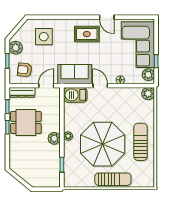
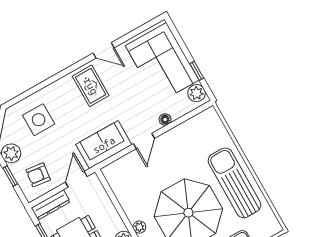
rug: (87, 34) -> (91, 86), turned 90
door: (100, 86) -> (144, 141), swing flipped
plant: (148, 94) -> (210, 117), removed
barbecue: (75, 95) -> (119, 170), removed
sun lounger: (141, 142) -> (234, 183), width x1.36, depth x1.34

